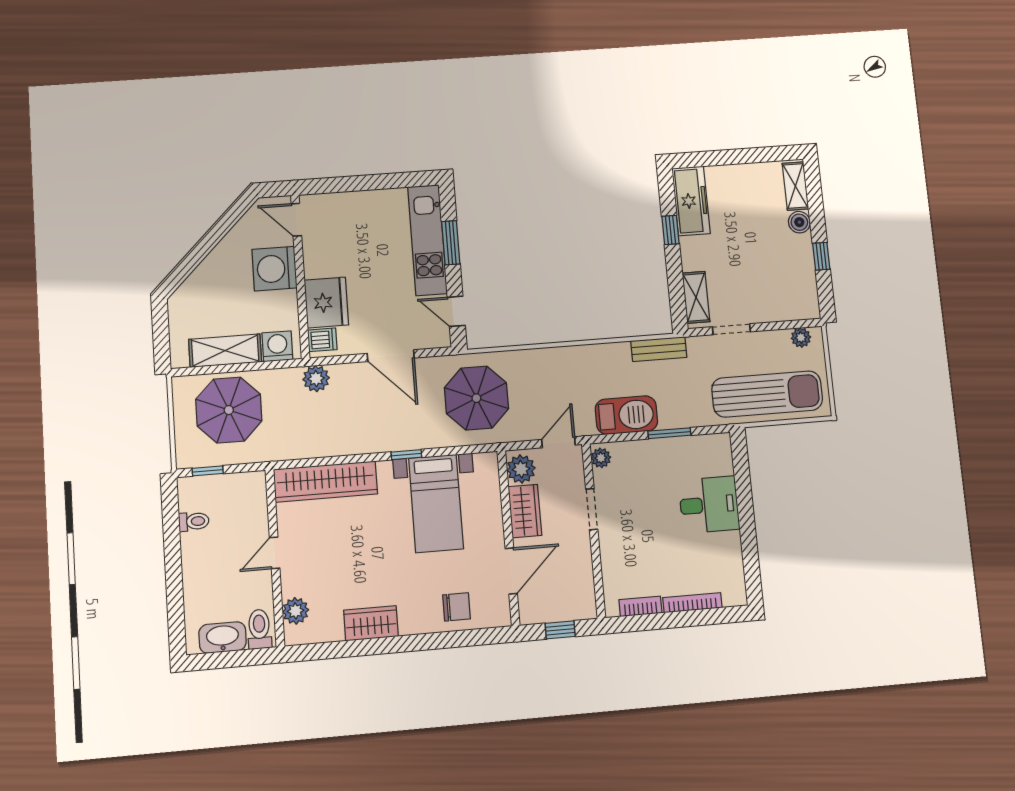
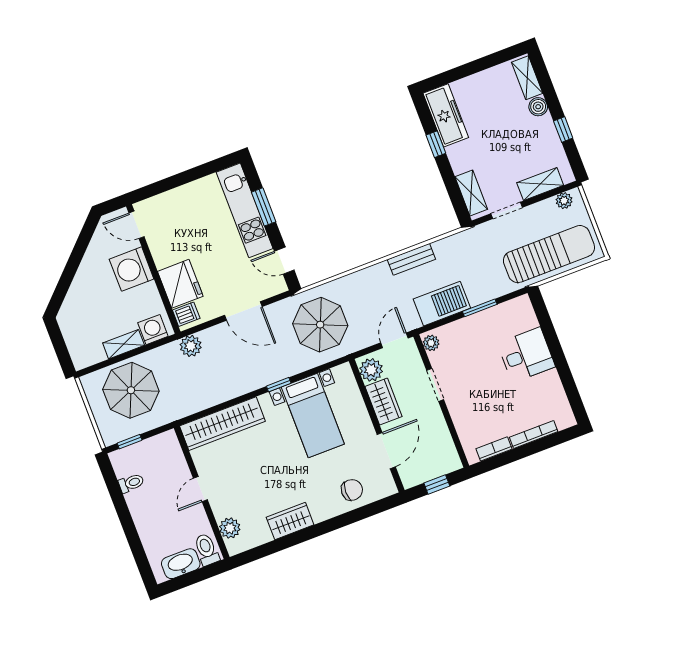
shelving: (778, 310) -> (540, 184), added
bench: (659, 349) -> (411, 259), moved
shelving: (225, 351) -> (124, 344), width x0.67, depth x0.75

